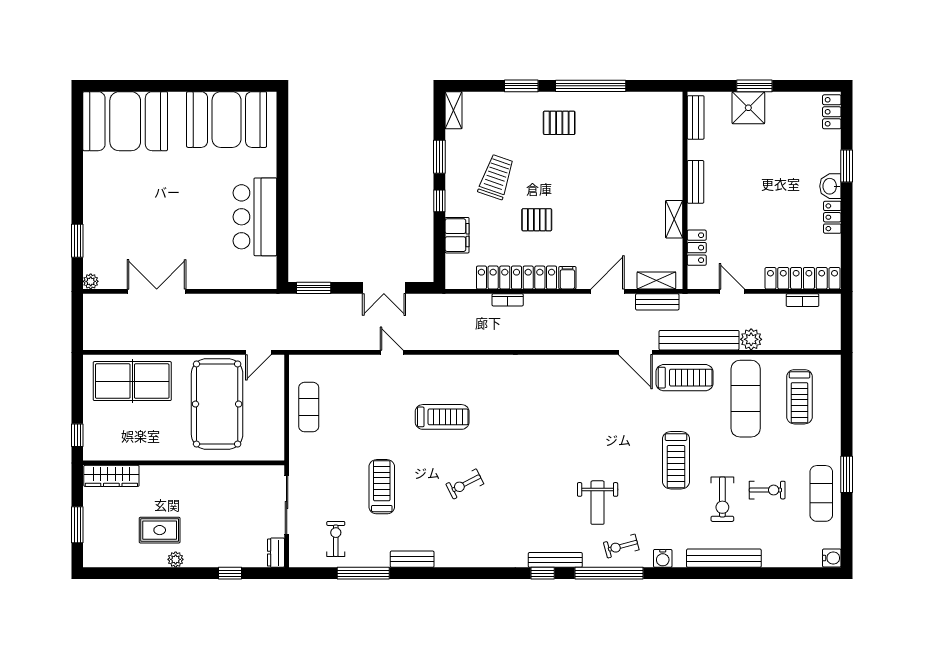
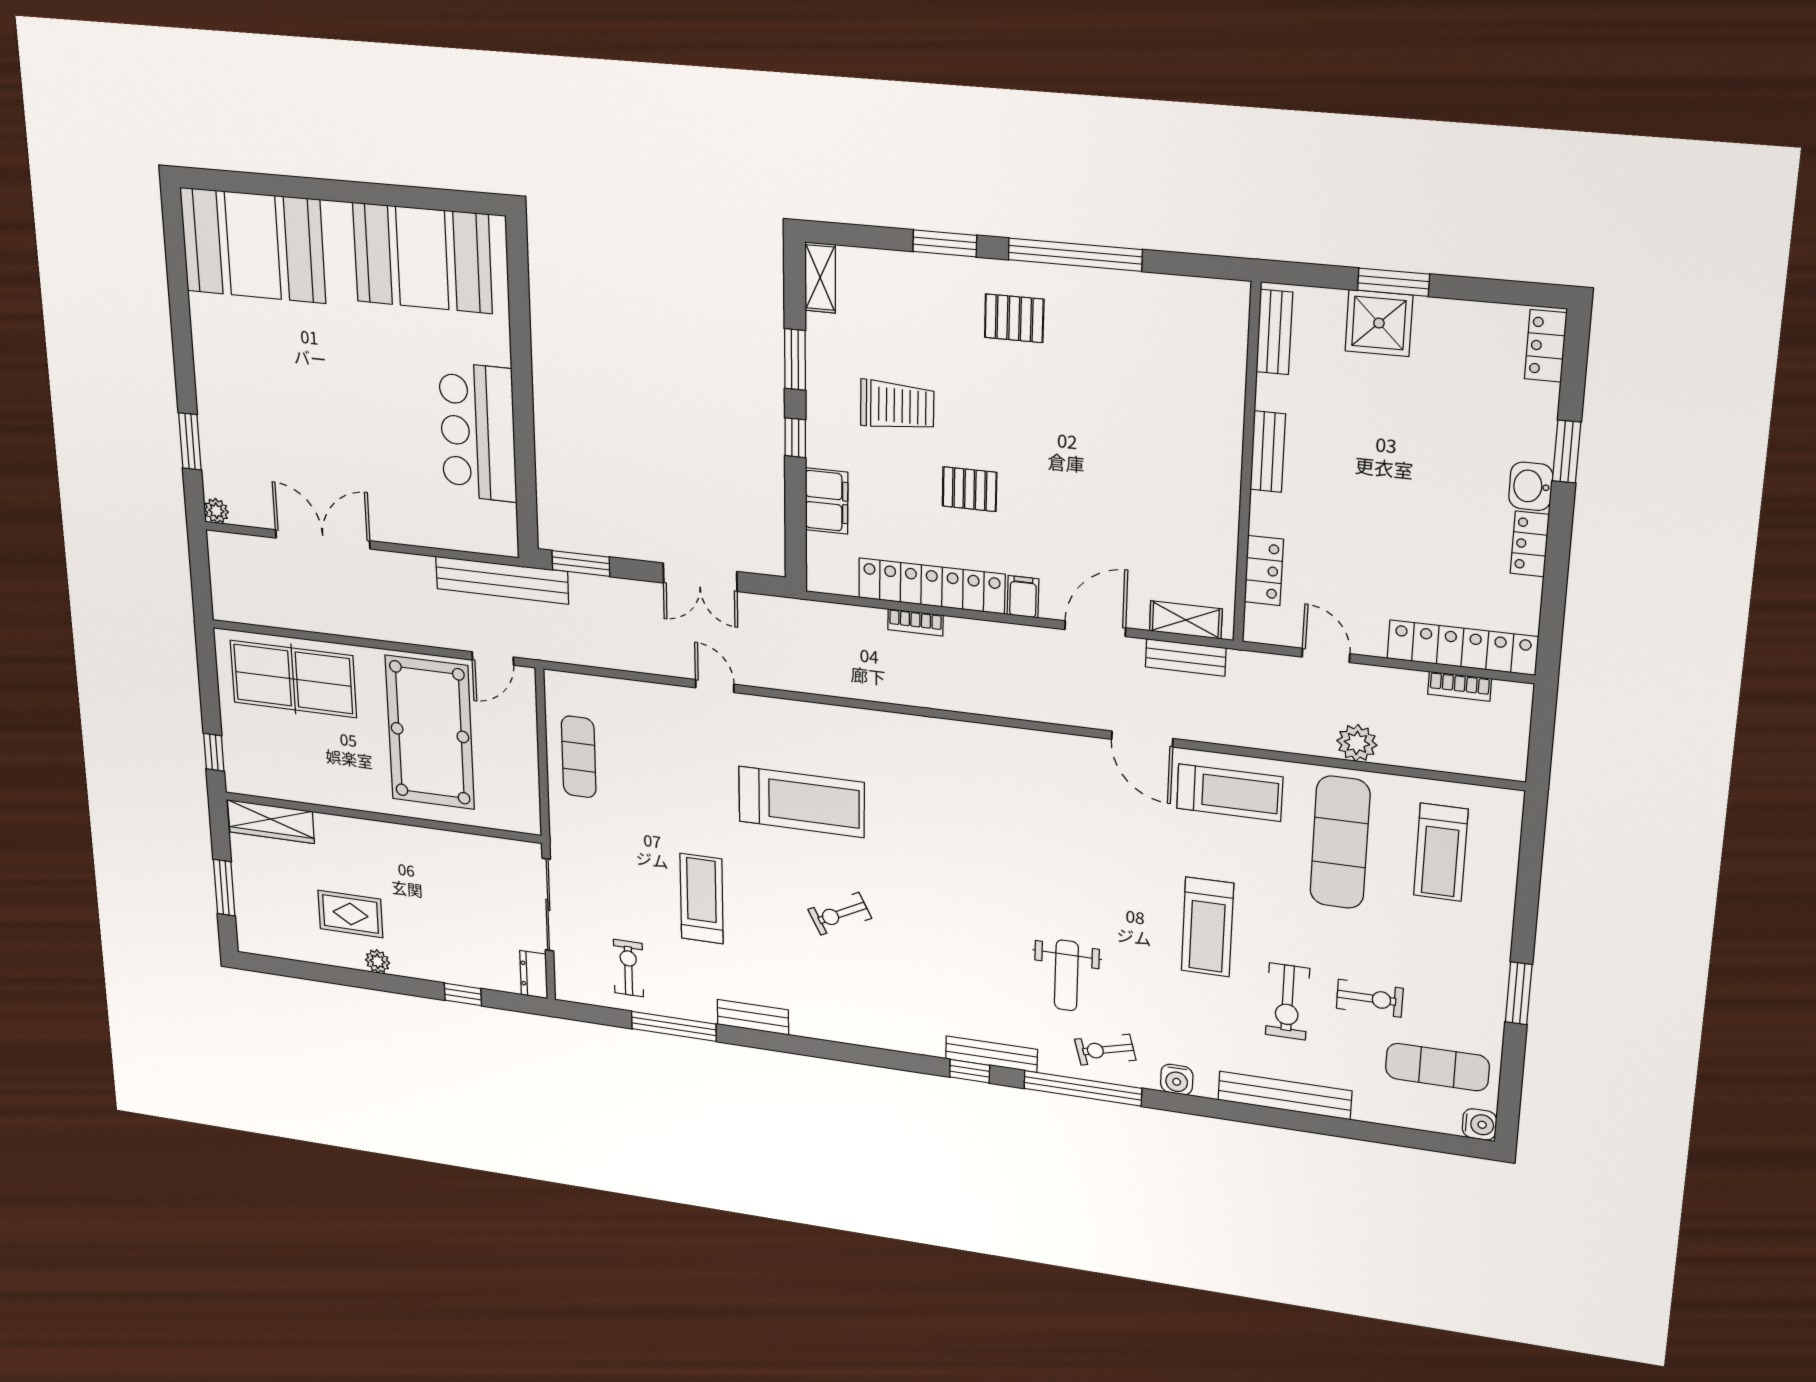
trolley: (496, 177) -> (897, 406), turned 71
shelving: (674, 219) -> (1224, 515), removed
bench: (699, 340) -> (502, 580), moved
treadmill: (442, 417) -> (801, 802), width x1.37, depth x1.38
exercise mat: (821, 493) -> (1437, 1067), moved, turned 90

